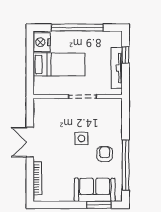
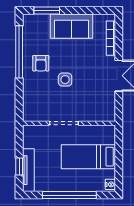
nightstand: (42, 42) -> (110, 184), width x0.53, depth x0.56
tv unit: (117, 68) -> (28, 170), moved
sofa: (95, 190) -> (71, 26), moved

